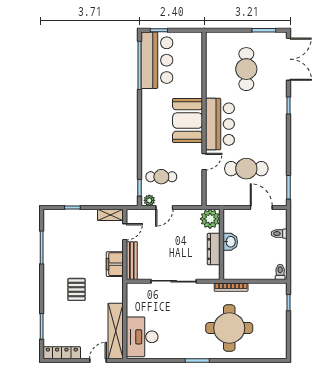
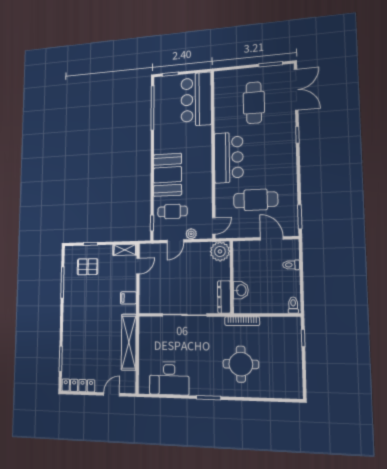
bar counter: (157, 60) -> (196, 99), moved, turned 180
booth: (188, 121) -> (167, 175), moved
door: (204, 162) -> (214, 226), moved
plant: (149, 200) -> (191, 234), moved
washbasin: (230, 242) -> (241, 290), moved
dresser: (214, 249) -> (224, 297), moved
bench: (132, 261) -> (144, 294), removed
filing cabinet: (115, 264) -> (128, 298), width x0.50
pallet: (77, 289) -> (88, 267), moved, turned 90
round table: (229, 328) -> (241, 364), width x0.73, depth x0.73
shelving: (116, 331) -> (129, 342), moved
desk: (142, 337) -> (169, 378), moved, turned -90

